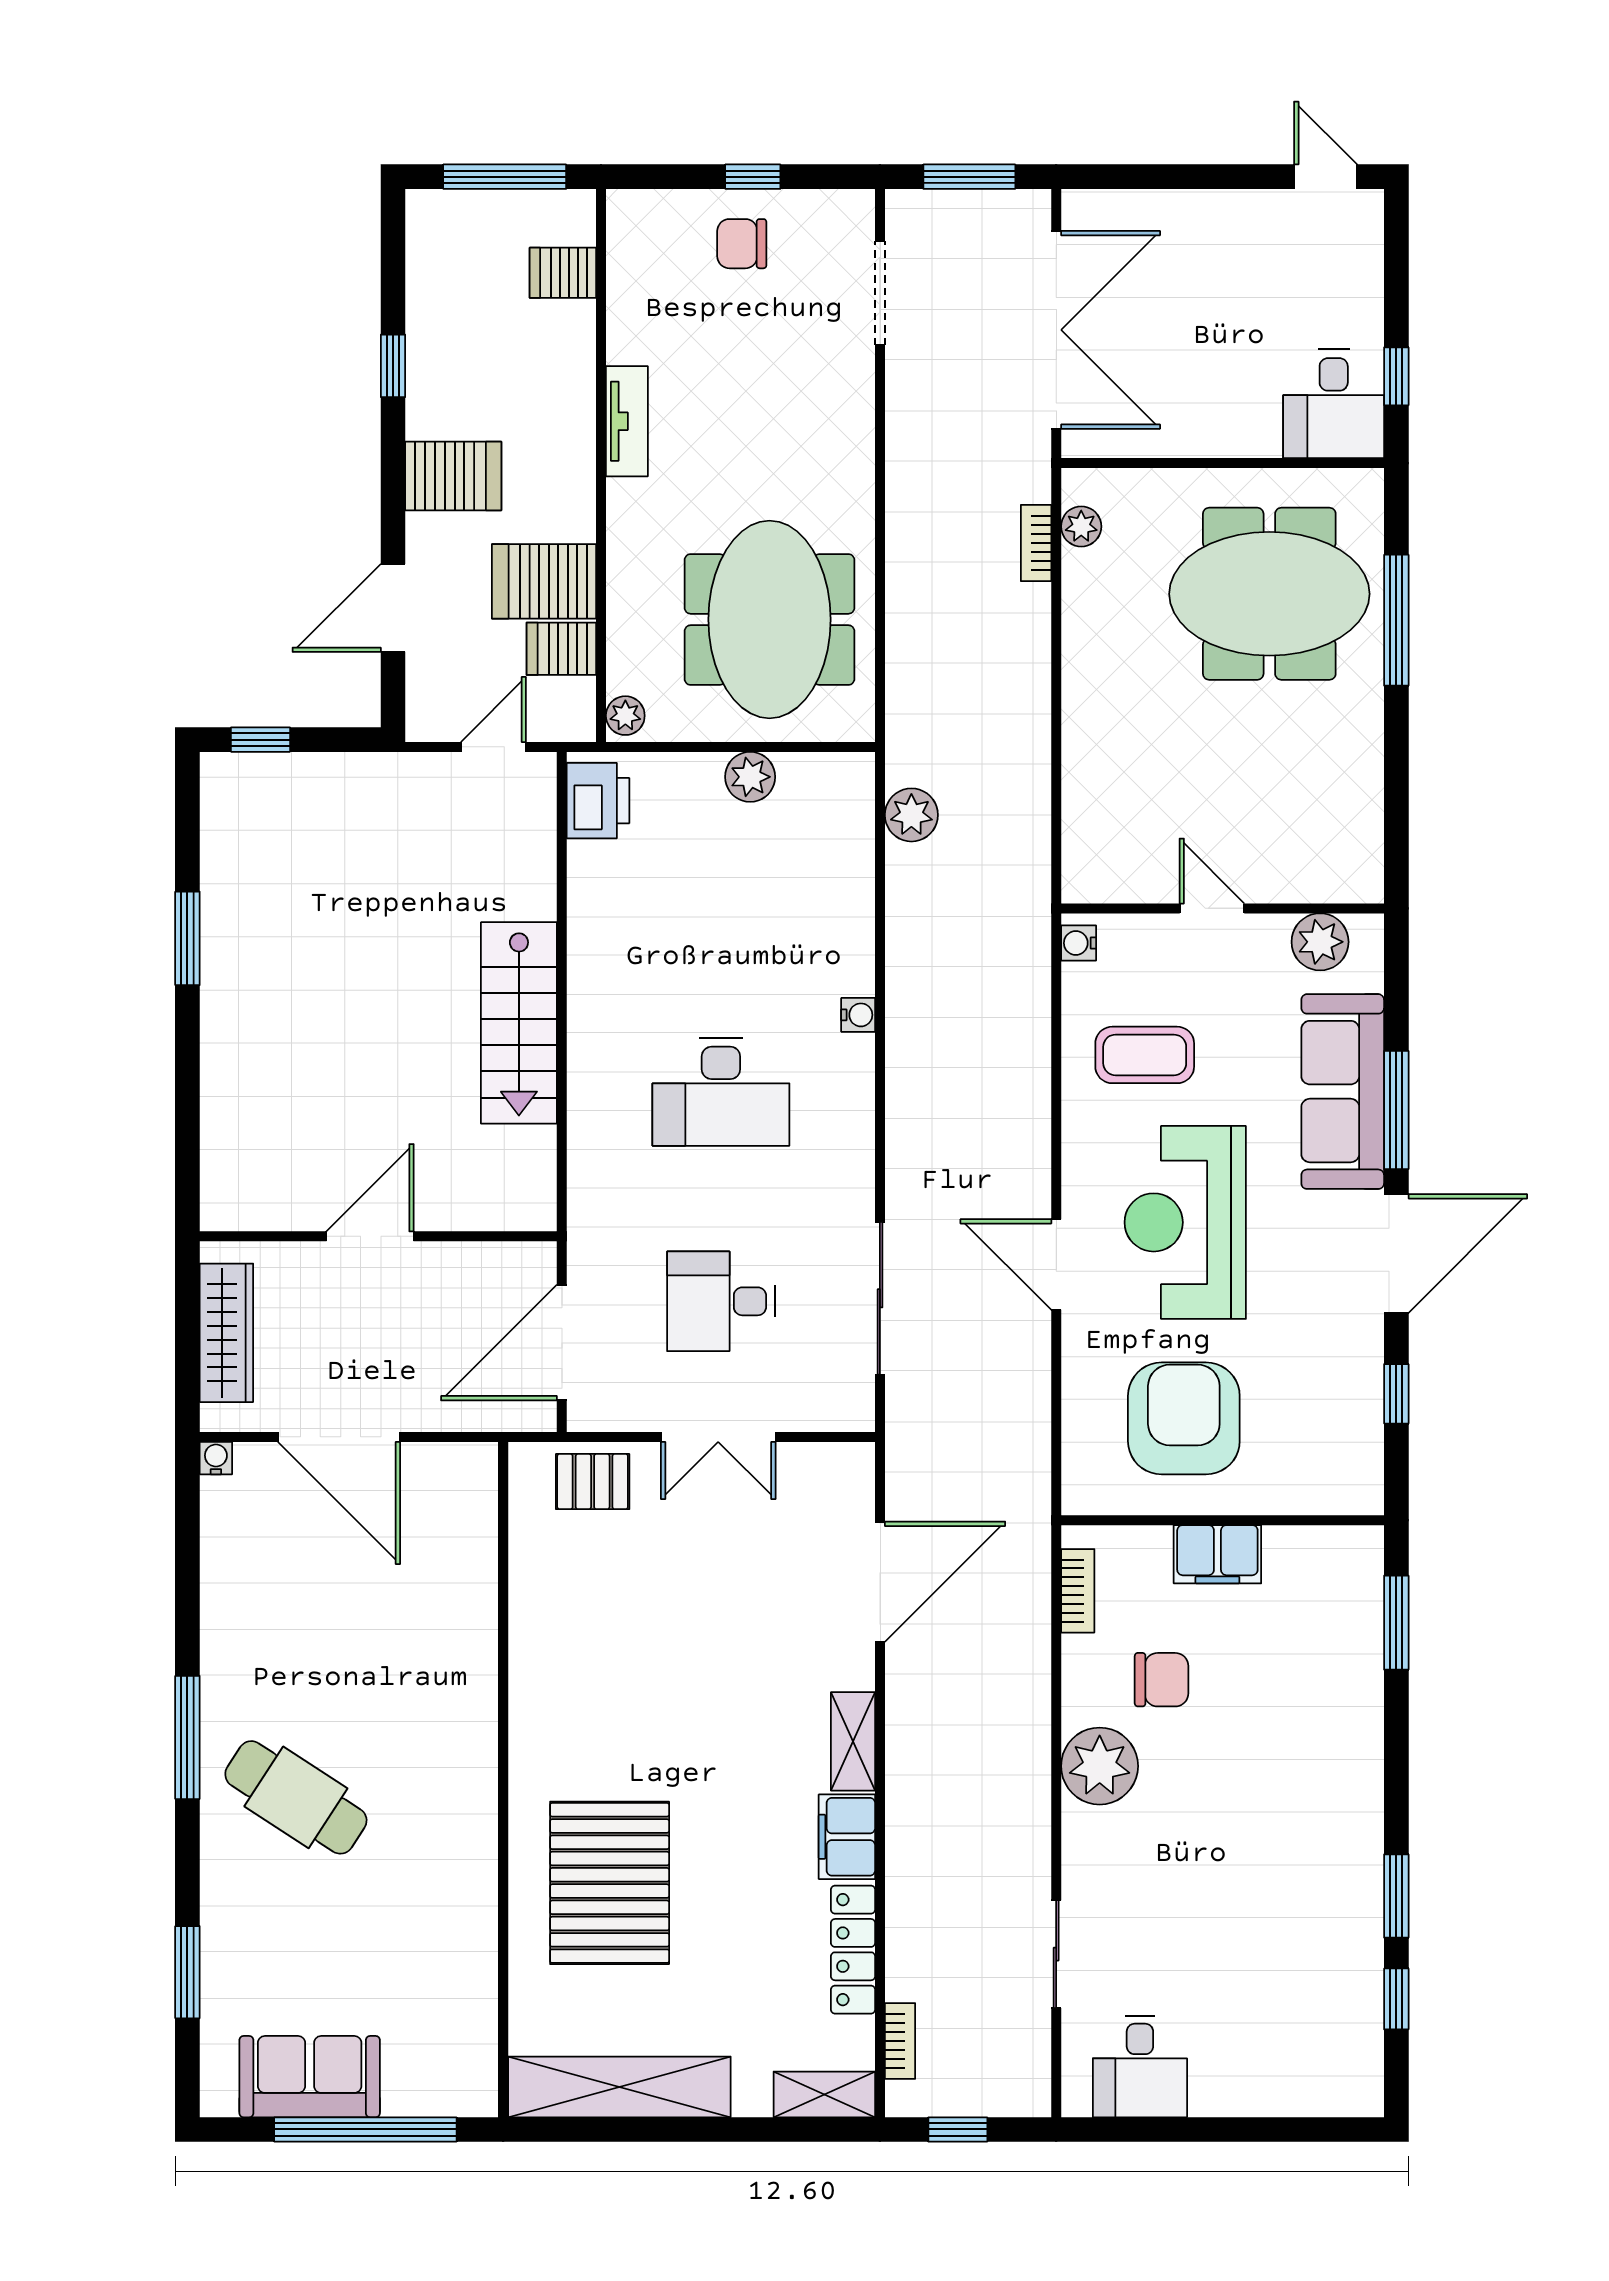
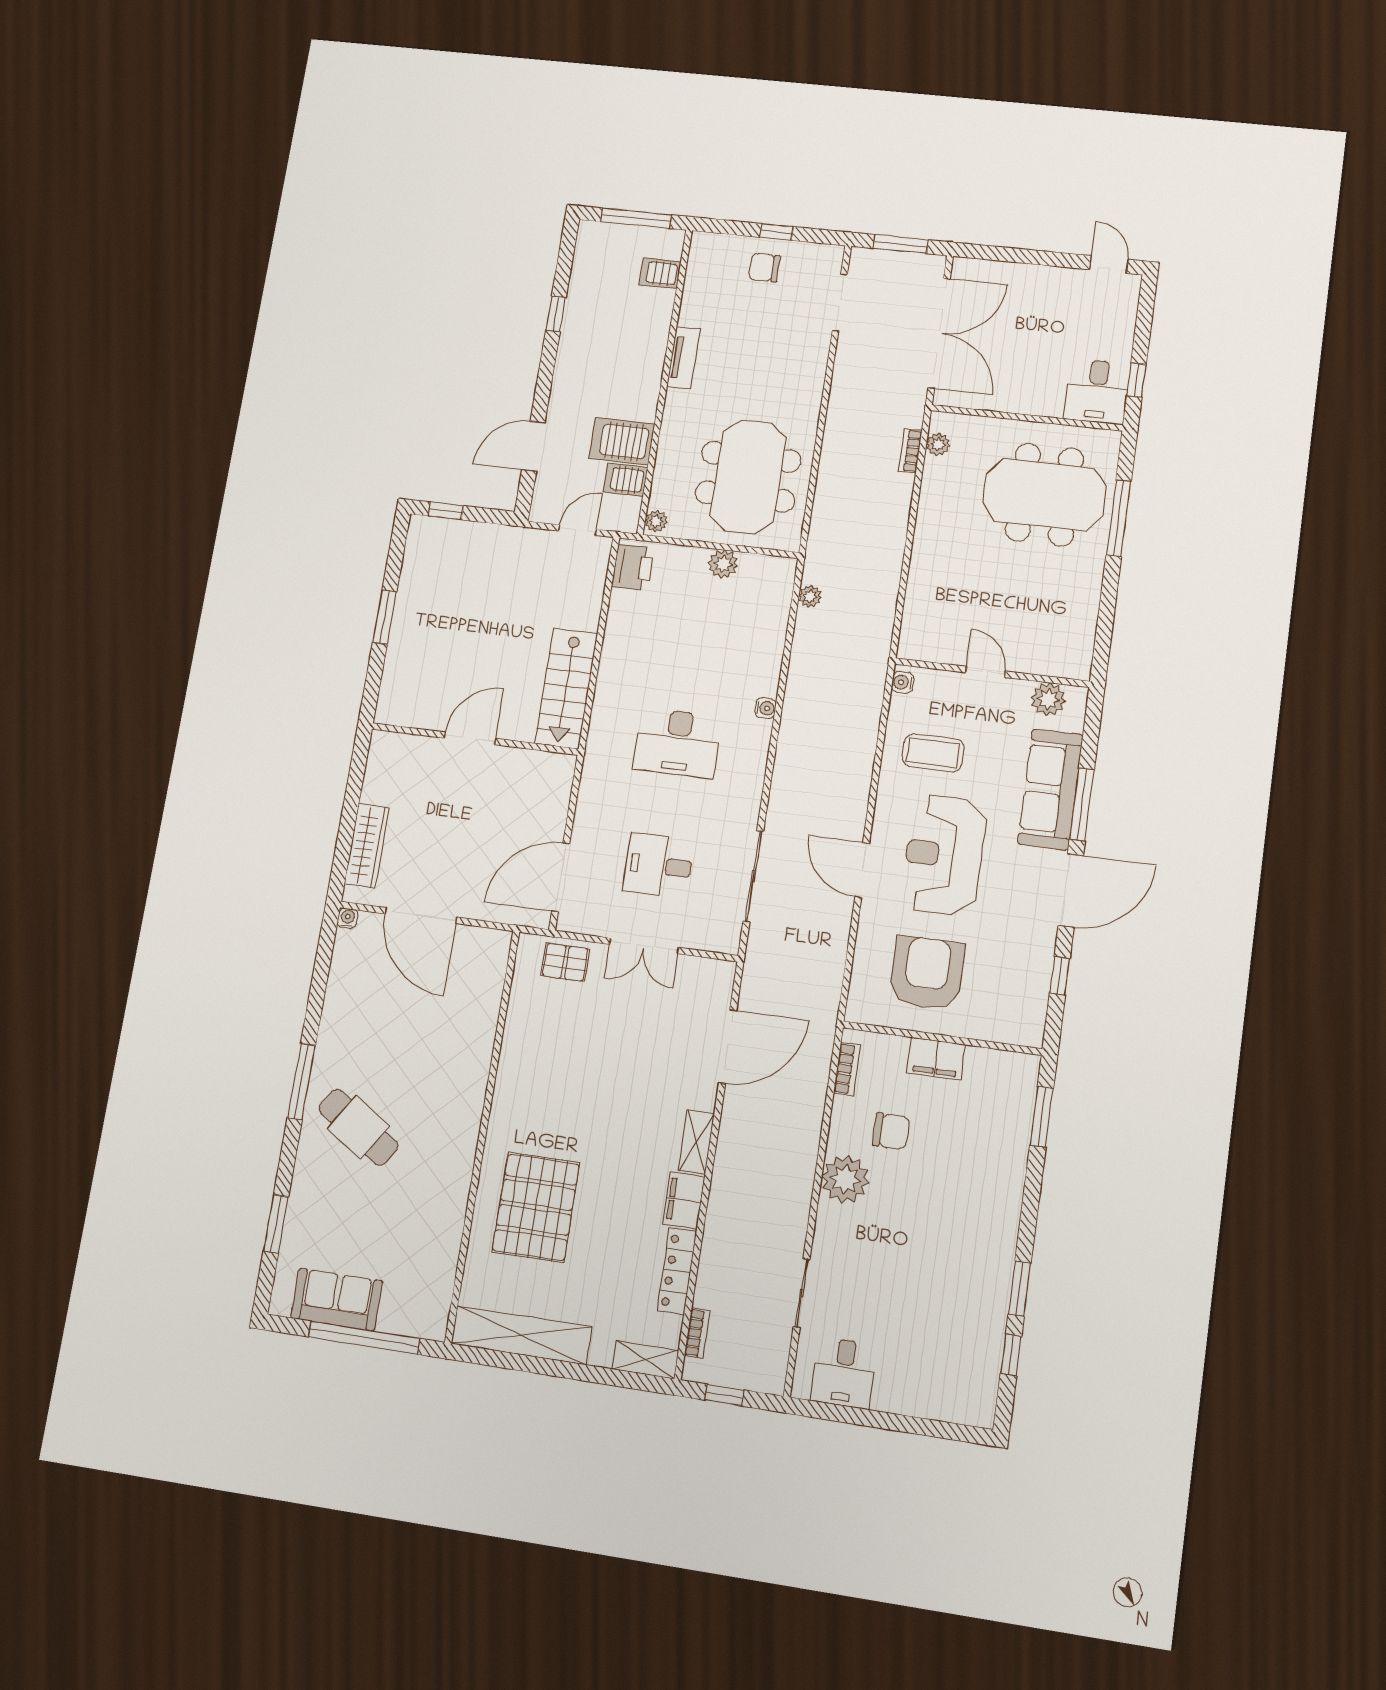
server rack: (453, 476) -> (580, 377), removed
plant: (911, 815) -> (810, 596), width x0.73, depth x0.73
door: (370, 1236) -> (470, 738), moved
wall: (378, 1236) -> (475, 739), moved

